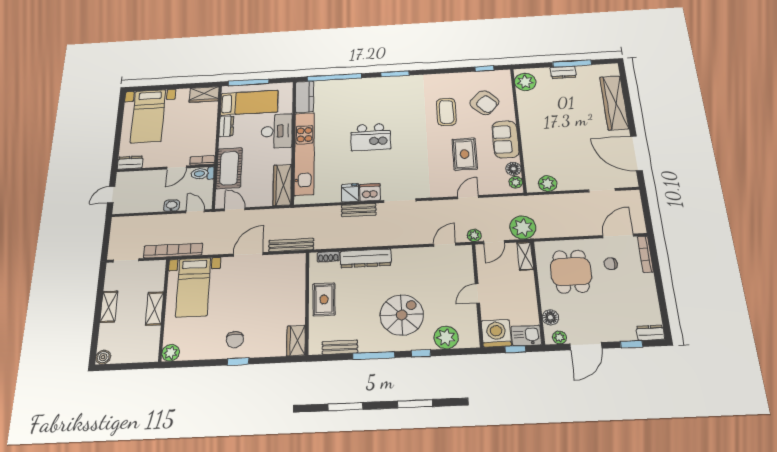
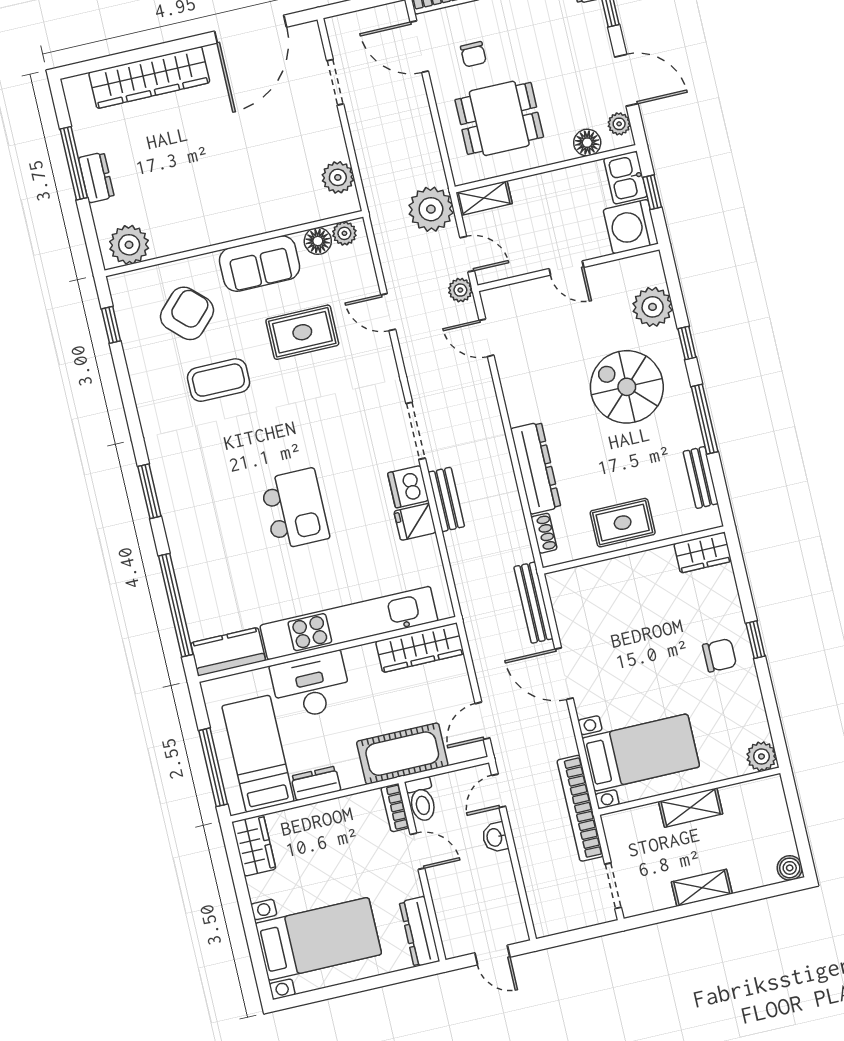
dresser: (130, 163) -> (420, 932), width x1.44

